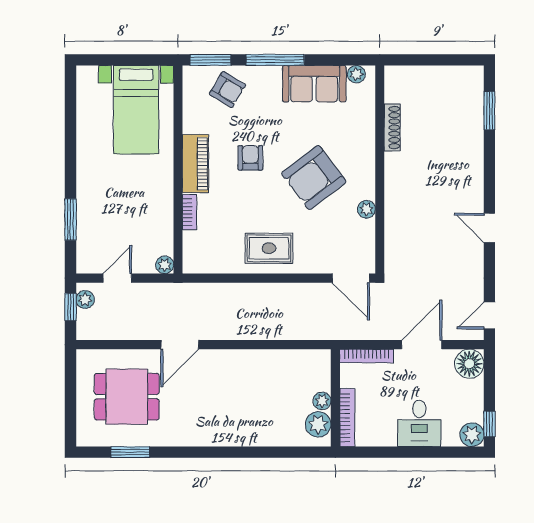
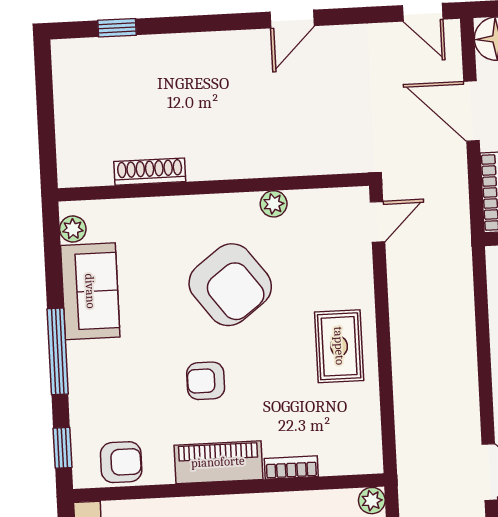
window: (210, 60) -> (63, 448), width x0.67
armchair: (227, 89) -> (121, 462), moved, turned 59
window: (489, 110) -> (117, 28), width x0.67
door: (351, 278) -> (378, 222), width x0.73

